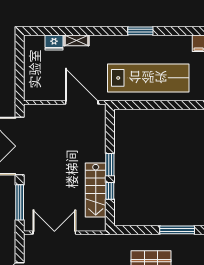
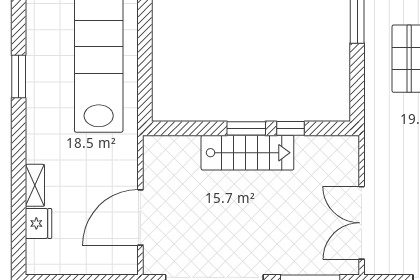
door: (82, 102) -> (140, 217), moved
stairs: (96, 190) -> (247, 153), moved

